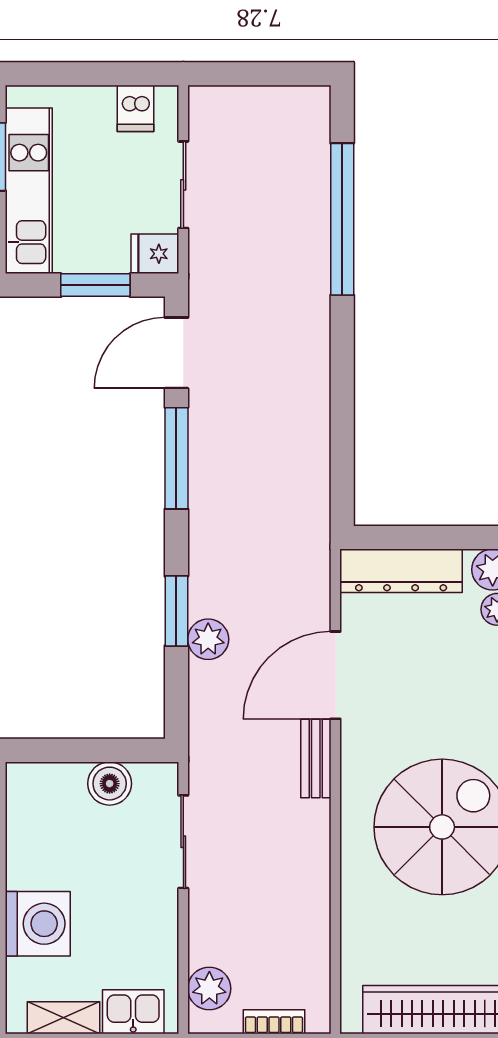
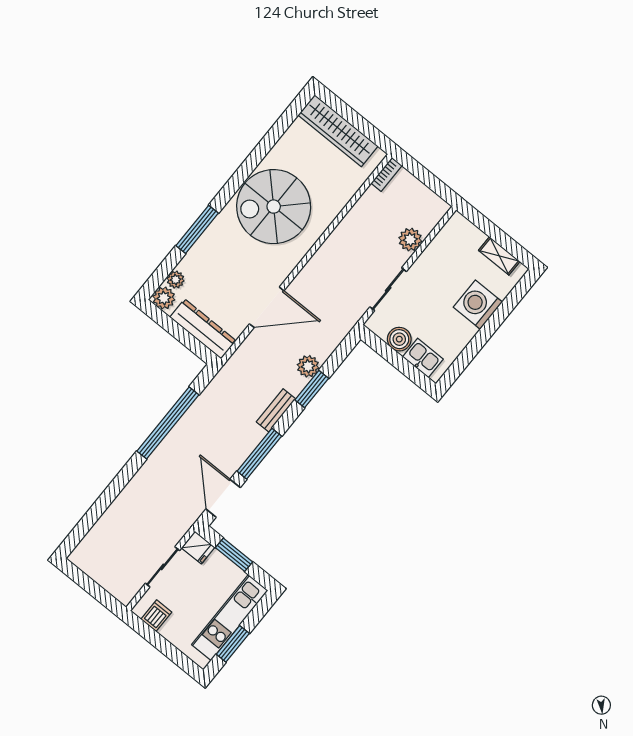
window: (342, 219) -> (168, 423), moved
door: (176, 353) -> (223, 498), swing flipped
bench: (316, 759) -> (276, 410), moved
plant: (209, 989) -> (410, 240), moved
kitchen sink: (133, 1012) -> (423, 358), moved, turned 180
bookcase: (274, 1022) -> (386, 174), moved, turned -90

